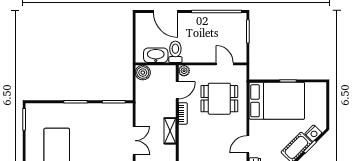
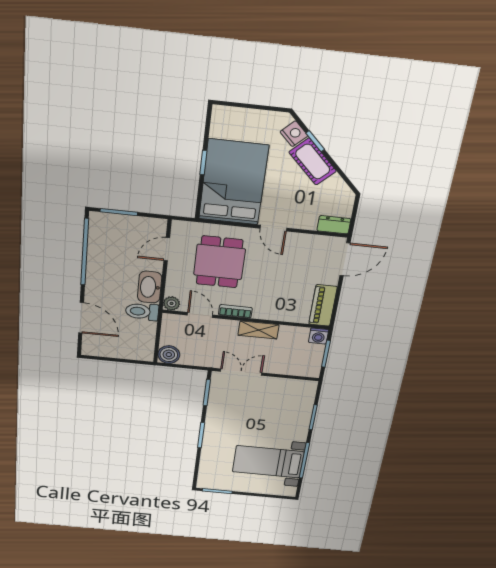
door: (166, 12) -> (81, 318), hinge flipped
washbasin: (156, 55) -> (150, 287), moved
double door: (134, 141) -> (241, 372), moved
door: (248, 144) -> (273, 228), moved

